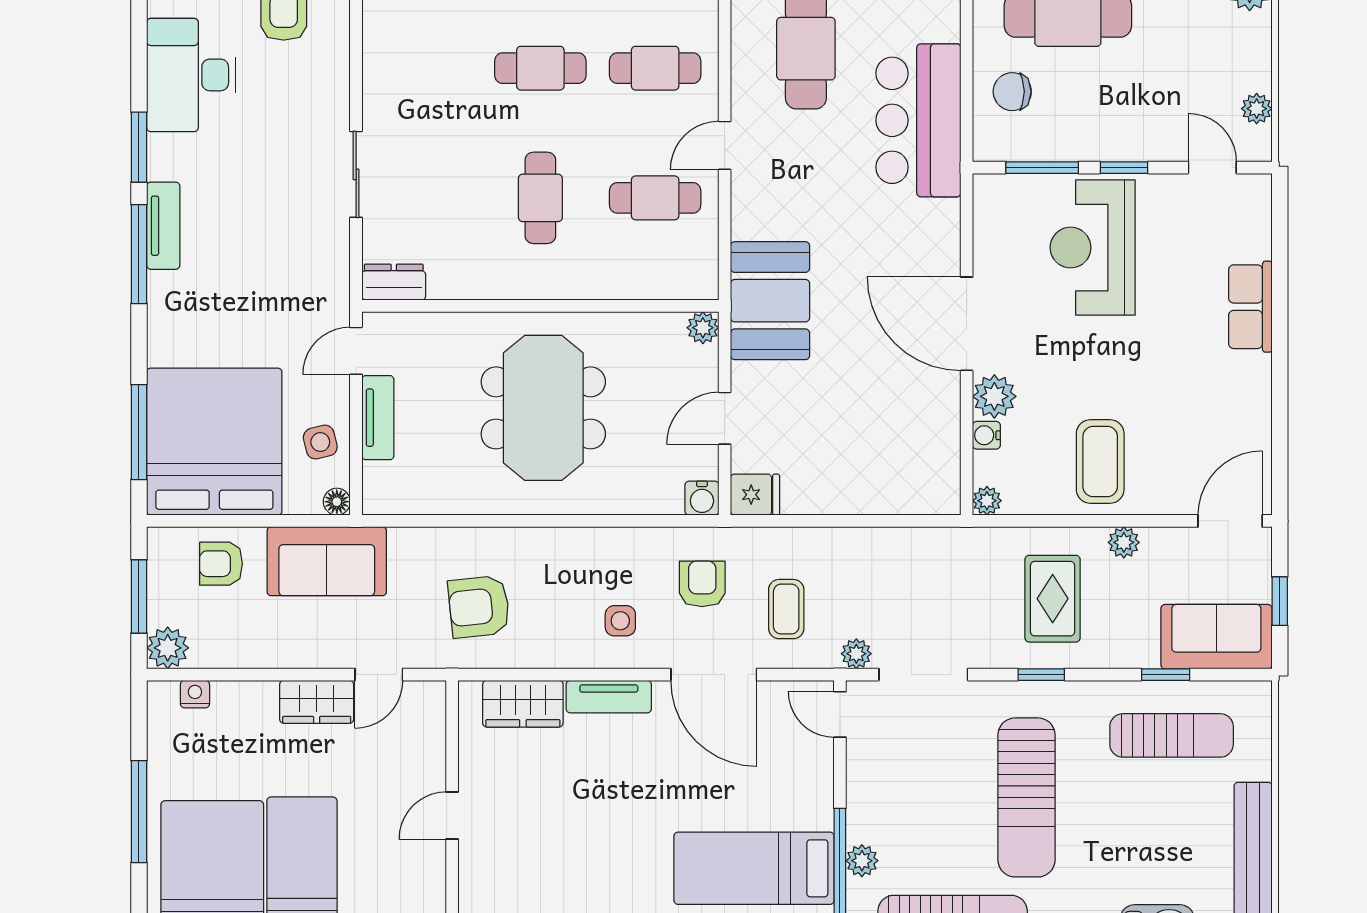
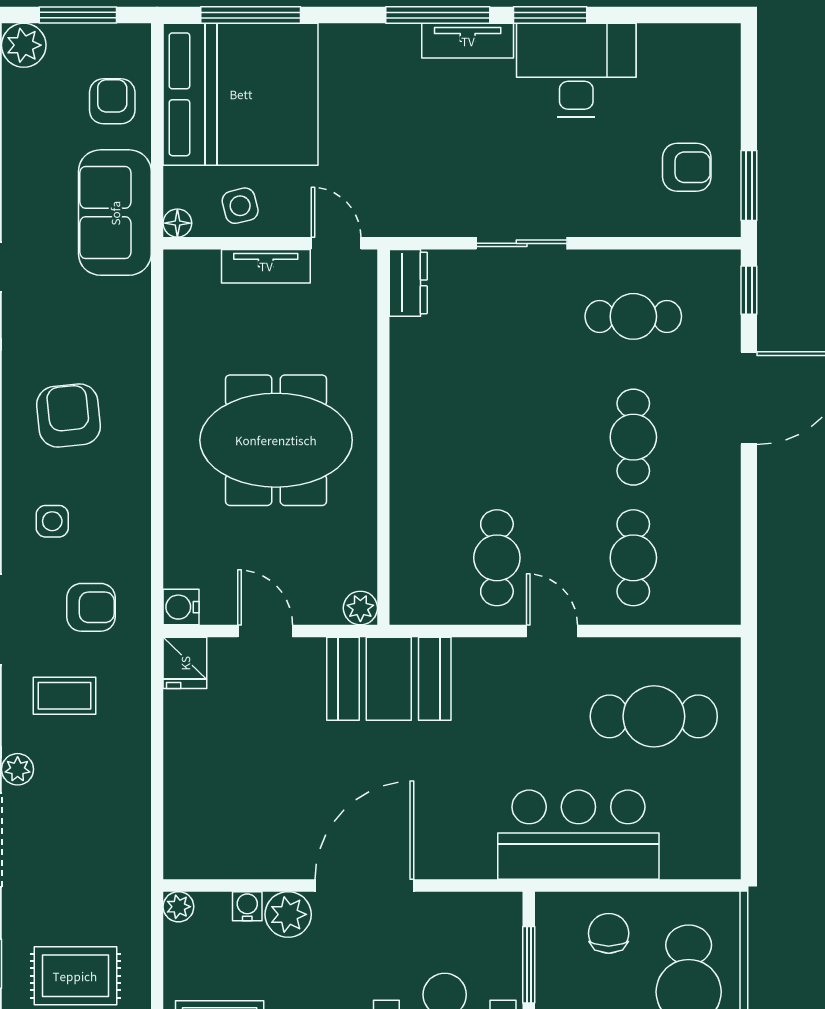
desk: (191, 75) -> (576, 70), moved
cafe table: (540, 198) -> (633, 316), moved
armchair: (479, 607) -> (69, 416), moved

